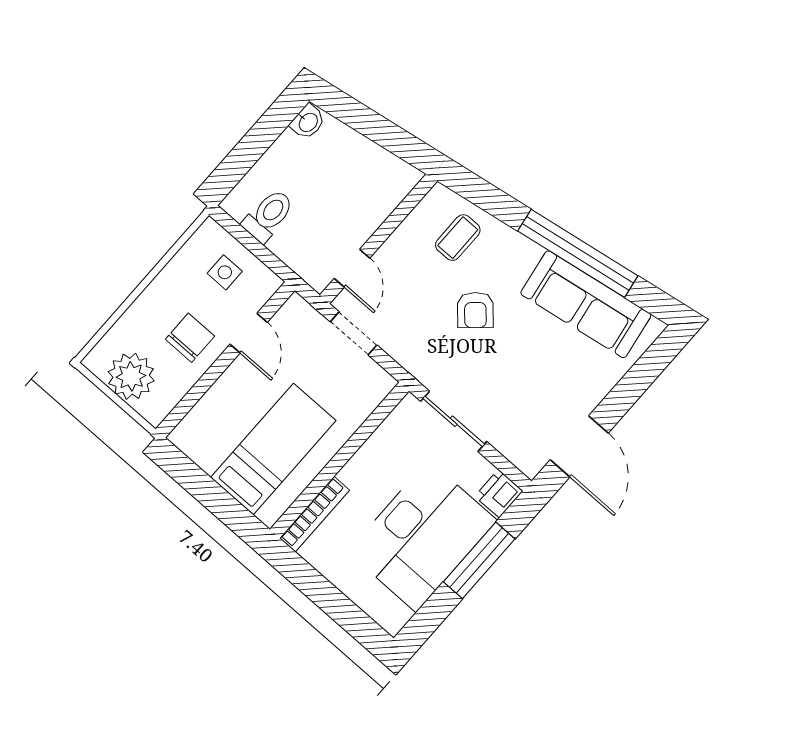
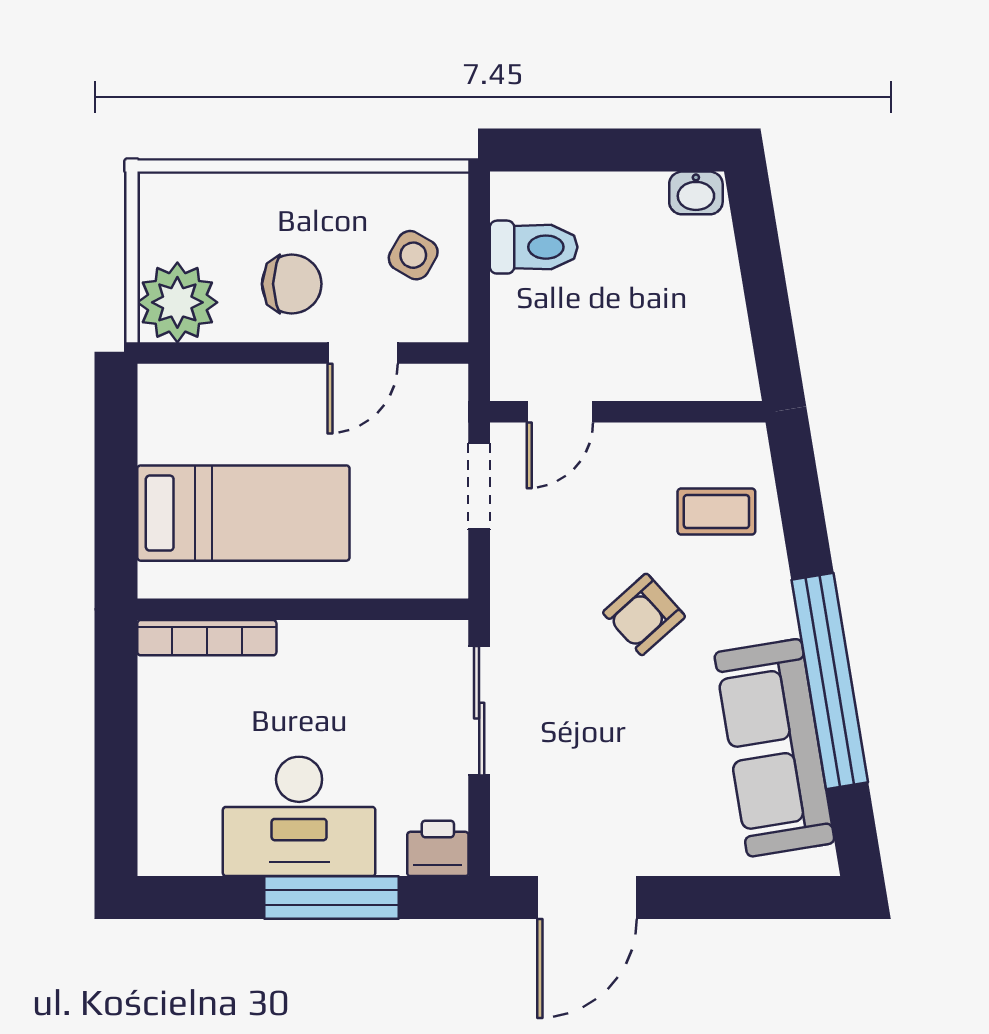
side table: (225, 272) -> (413, 255), turned 30
plant: (131, 376) -> (177, 302), moved
desk: (422, 536) -> (299, 816), width x0.73, depth x0.77

